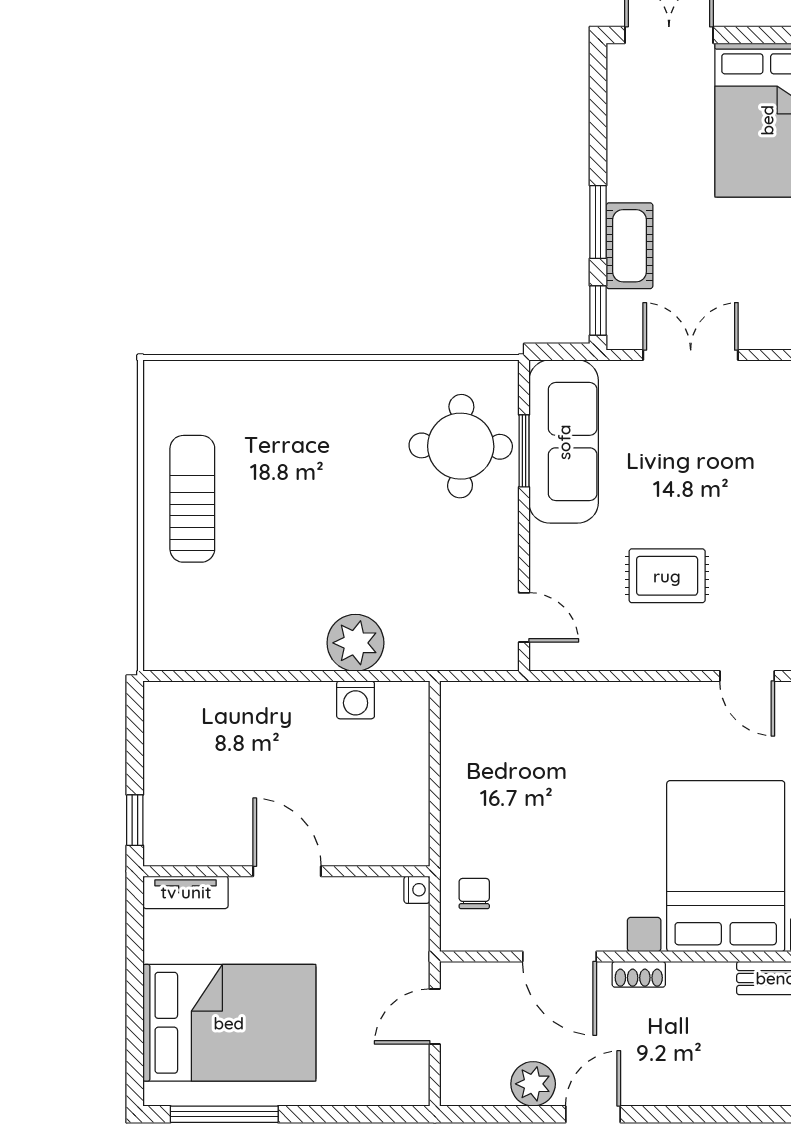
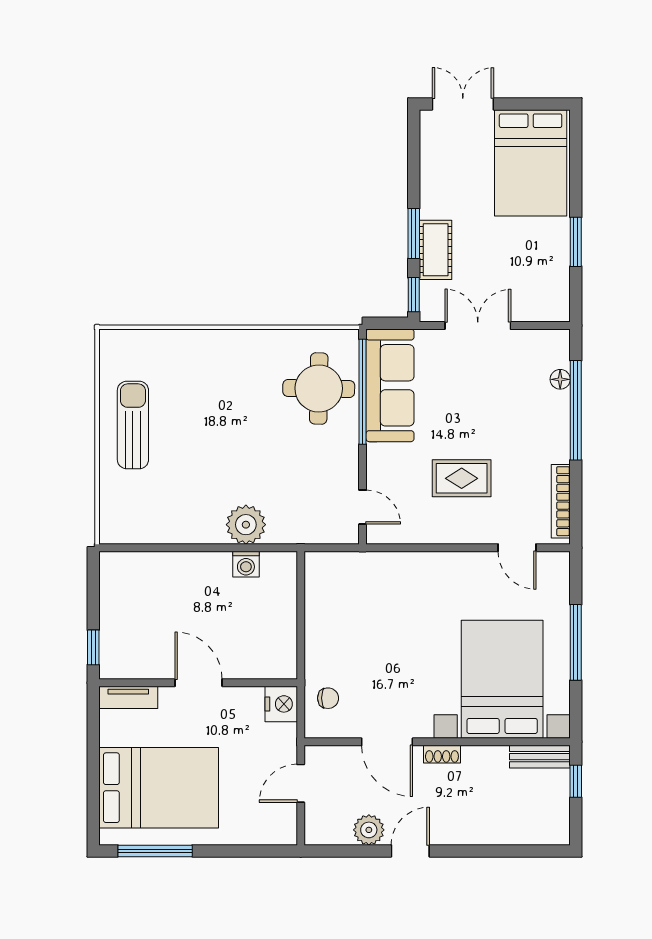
window: (524, 451) -> (363, 392), width x2.11
nightstand: (417, 890) -> (281, 704), width x1.89, depth x1.79
chair: (474, 894) -> (328, 698), turned 90

